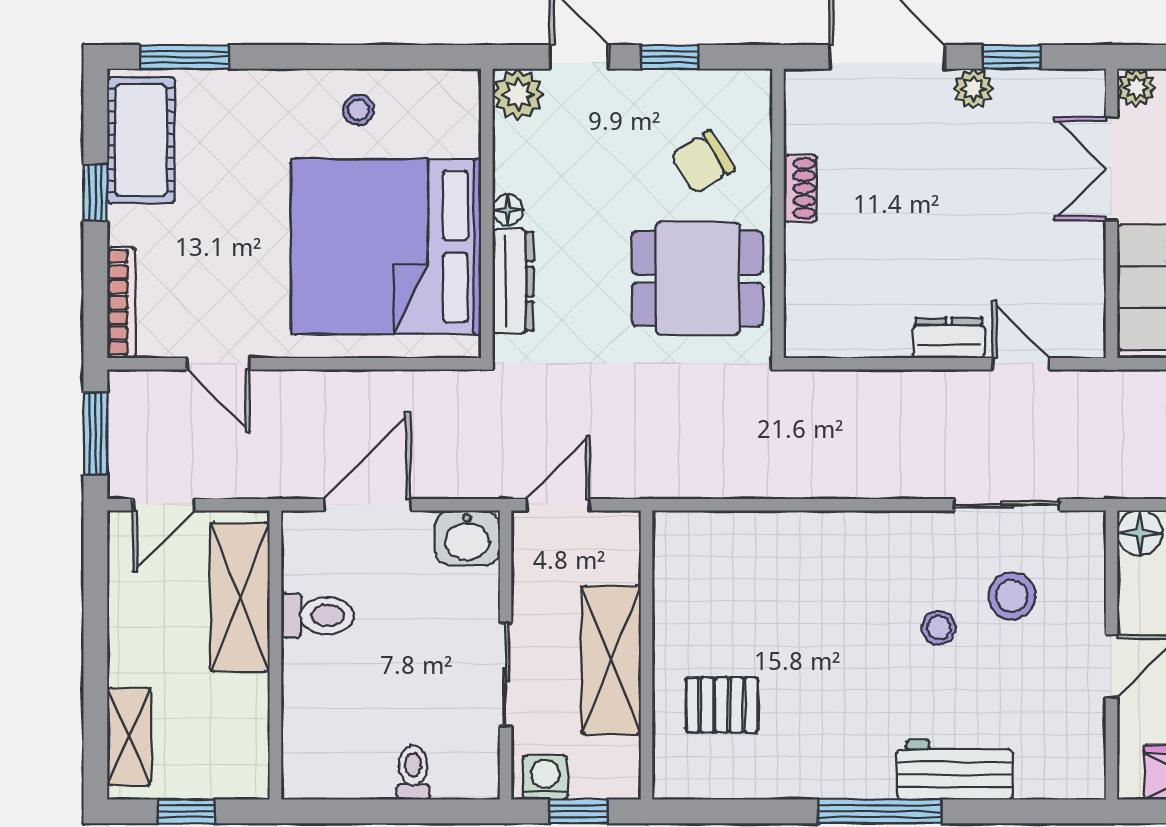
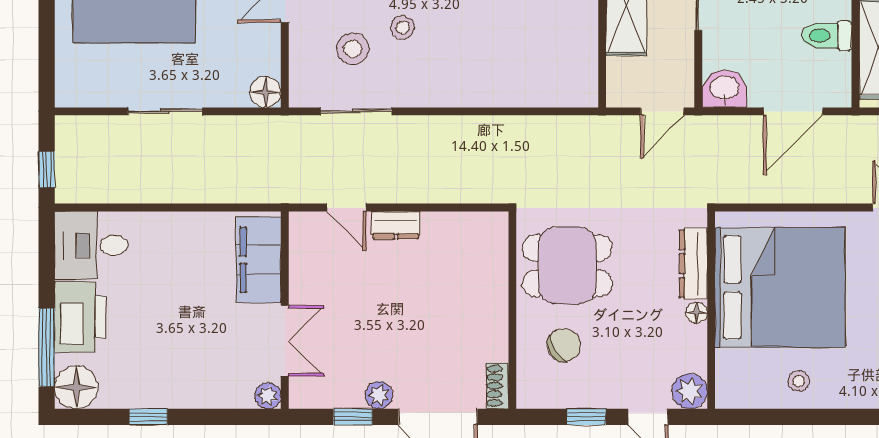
shoe rack: (800, 188) -> (497, 386), moved

